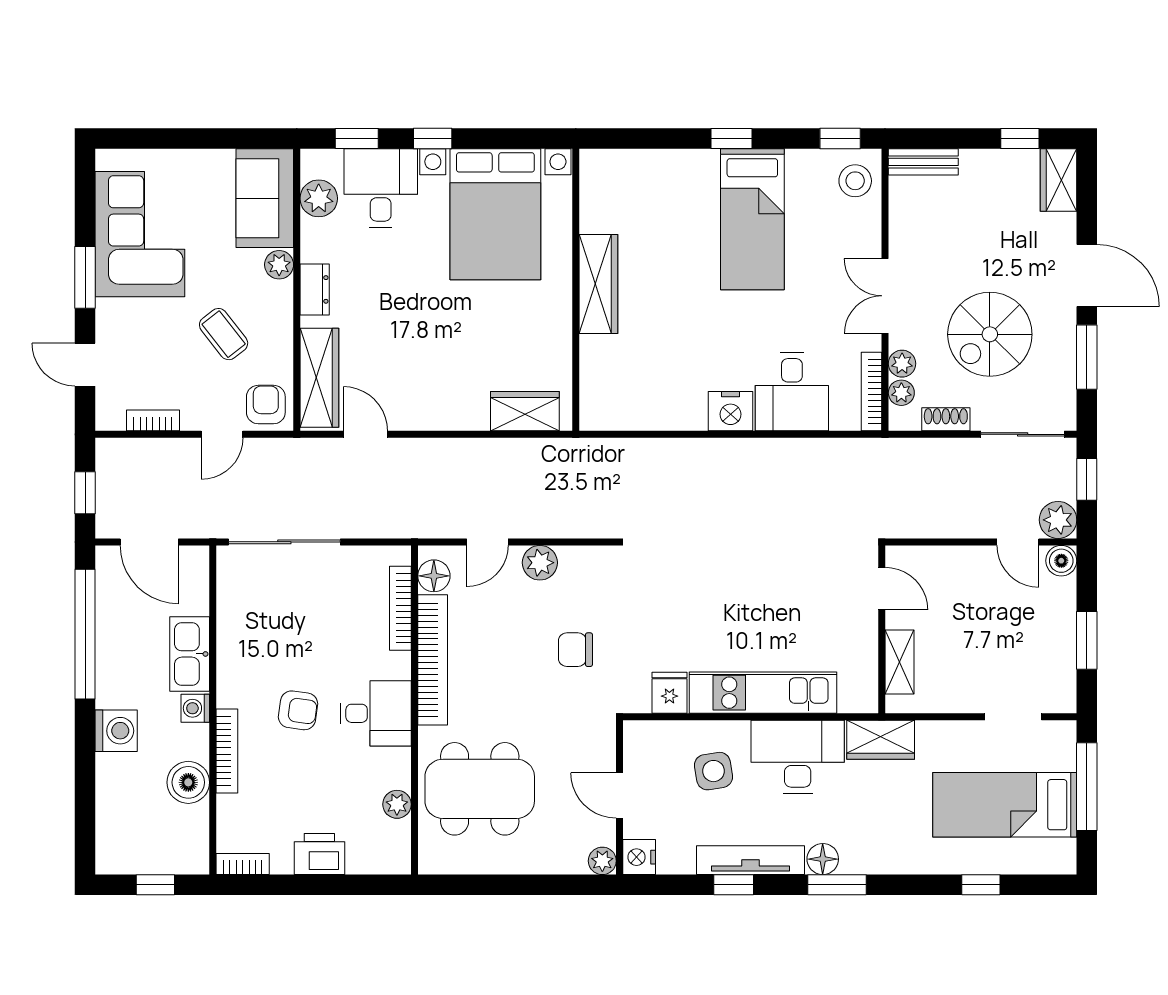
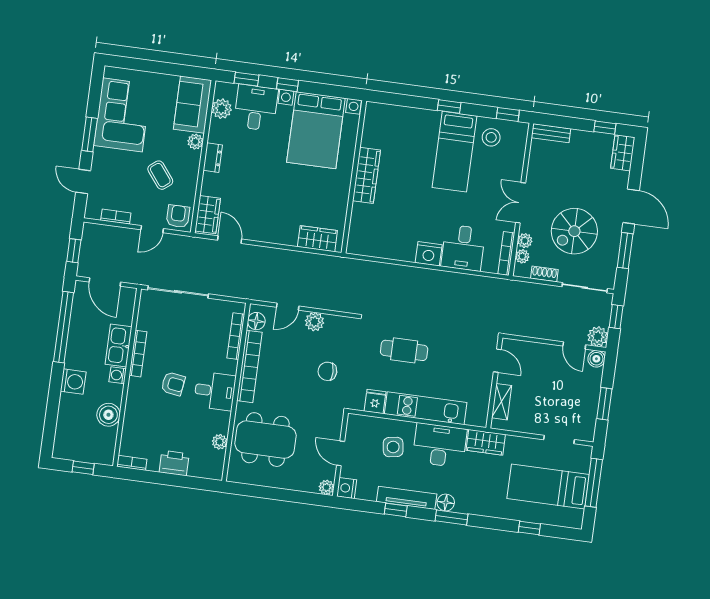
stool: (855, 181) -> (491, 137), moved
wardrobe: (319, 378) -> (208, 215), width x0.67
cafe table: (710, 593) -> (404, 350), added
bookcase: (227, 751) -> (138, 354), moved

